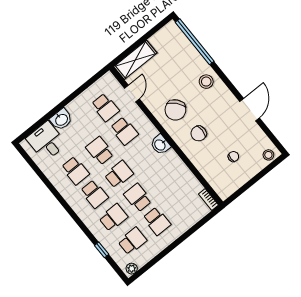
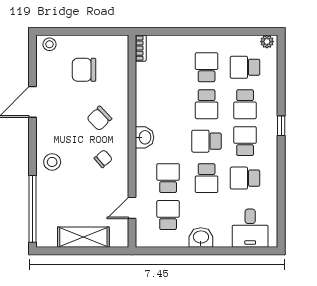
shelving: (135, 60) -> (83, 237), moved
chair: (175, 110) -> (103, 159), width x0.54, depth x0.54
washbasin: (61, 119) -> (201, 238), moved
chair: (199, 133) -> (99, 118), turned 136
chair: (233, 157) -> (84, 70), width x1.87, depth x1.87
school desk: (75, 171) -> (245, 178), turned -90
school desk: (113, 218) -> (245, 104), turned -90
window: (102, 250) -> (281, 126), moved

